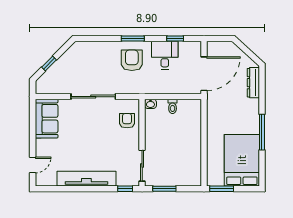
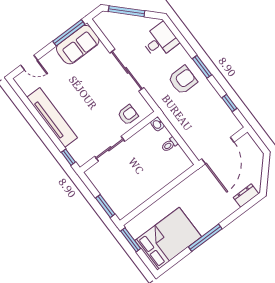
desk: (165, 55) -> (160, 41), moved
window: (49, 63) -> (127, 11), width x2.17
door: (204, 74) -> (218, 150), hinge flipped
dresser: (253, 83) -> (246, 196), width x0.70
window: (33, 119) -> (69, 33), added
sliding door: (142, 166) -> (110, 149), moved
window: (164, 189) -> (105, 206), moved

